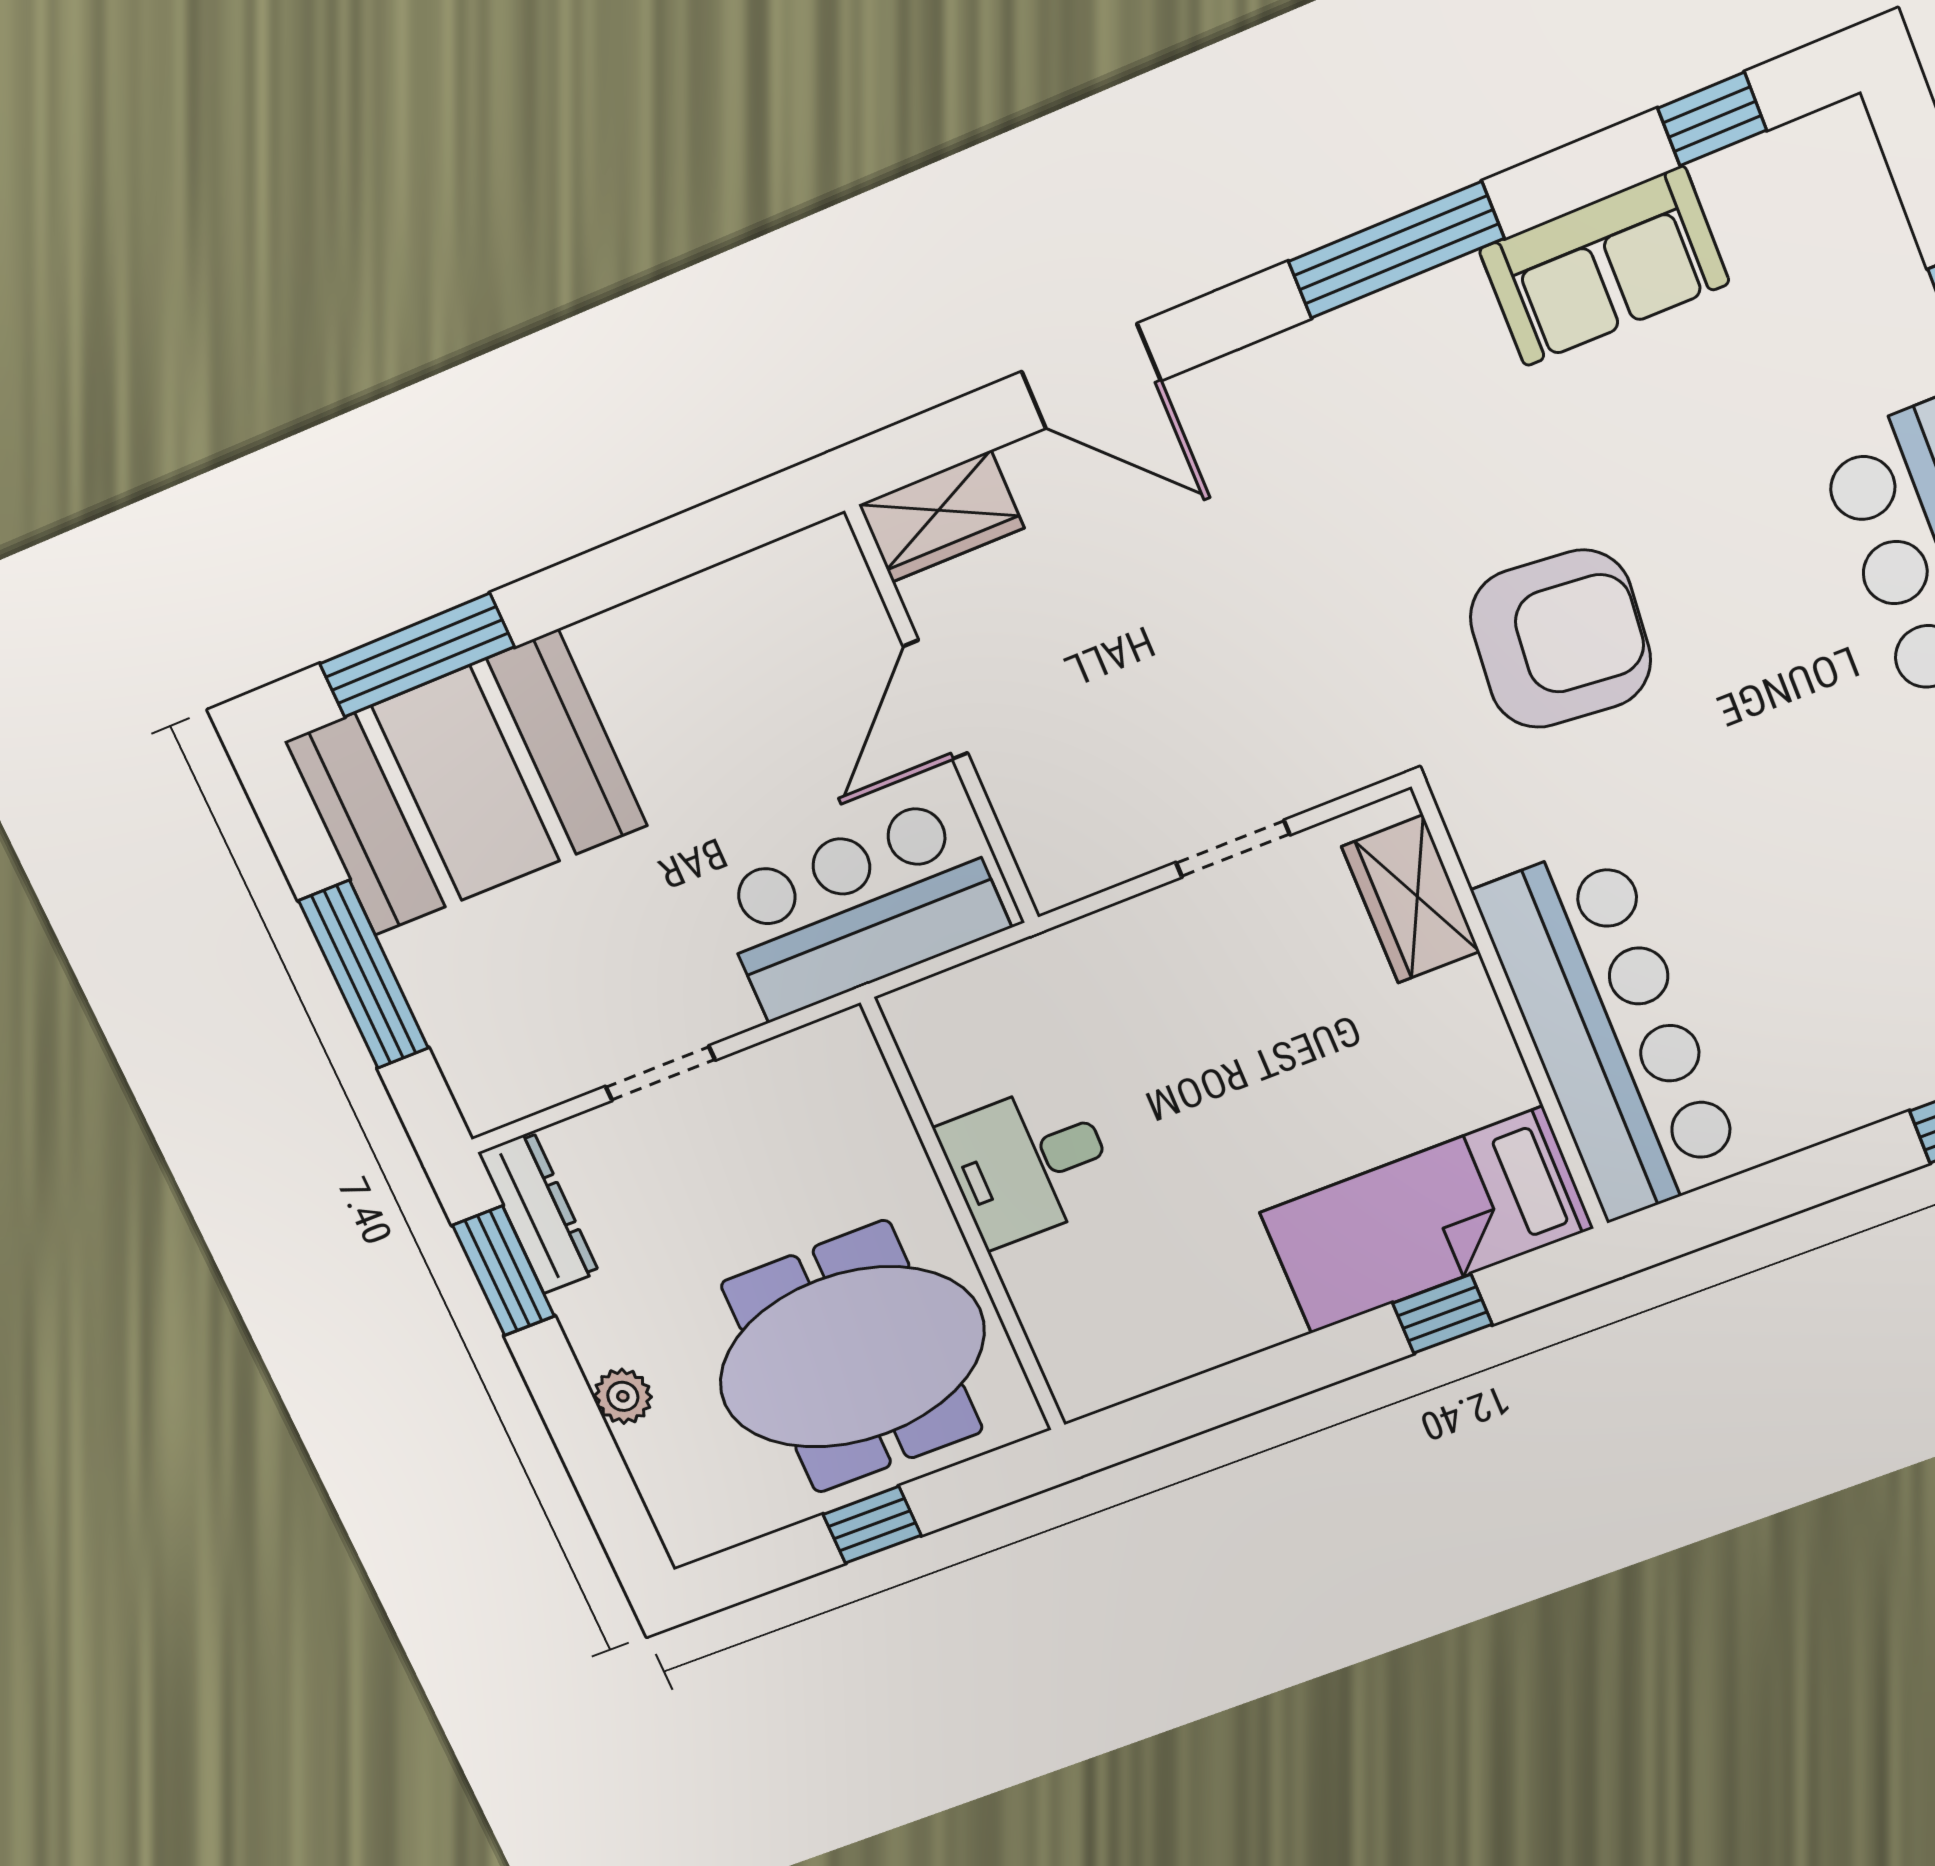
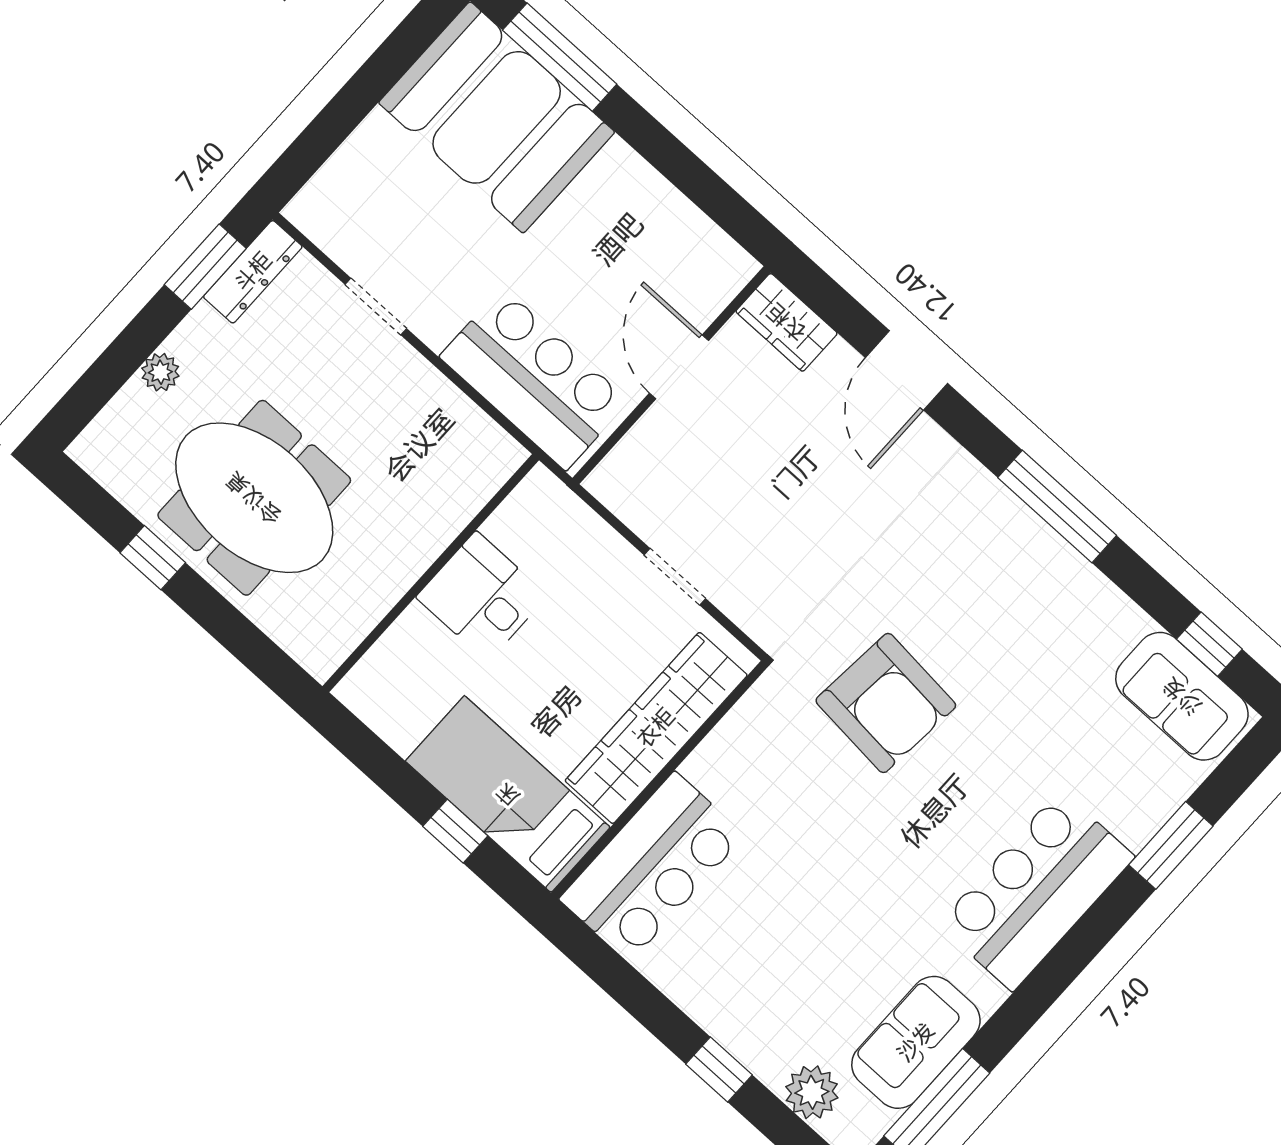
sofa: (1604, 266) -> (1182, 696), moved
door: (935, 700) -> (679, 367), hinge flipped
wardrobe: (1411, 899) -> (656, 728), width x2.10, depth x1.17
window: (364, 975) -> (350, 106), removed
bar counter: (1610, 1031) -> (652, 867), width x0.73
desk: (1029, 1164) -> (482, 596), moved
wall: (964, 1216) -> (431, 573), moved

